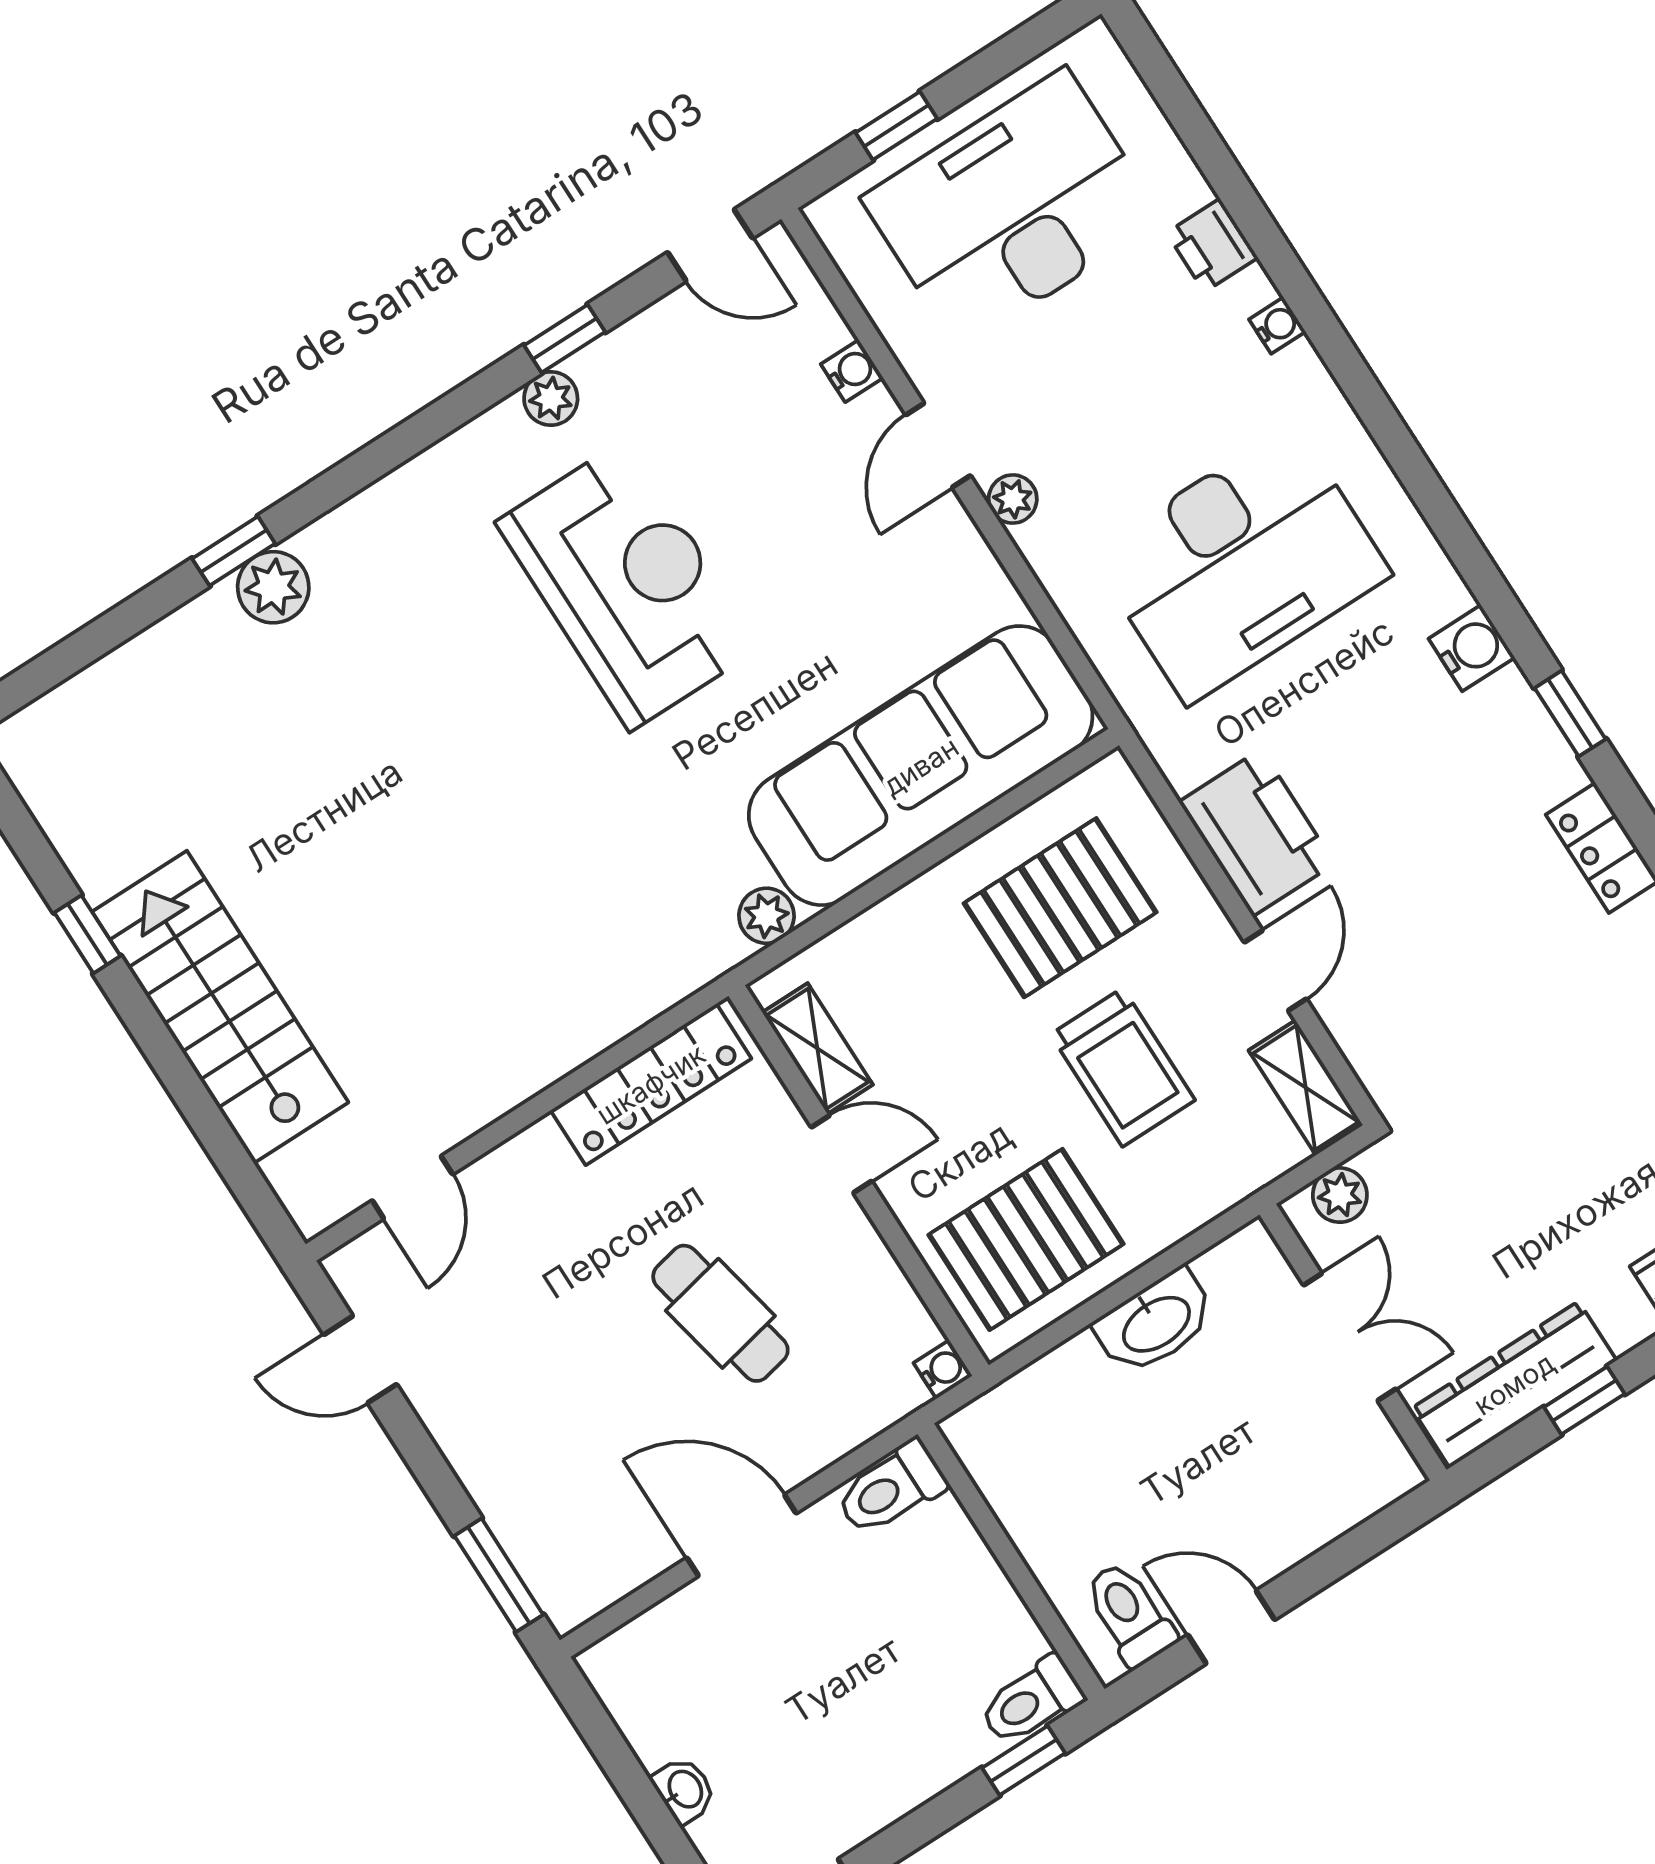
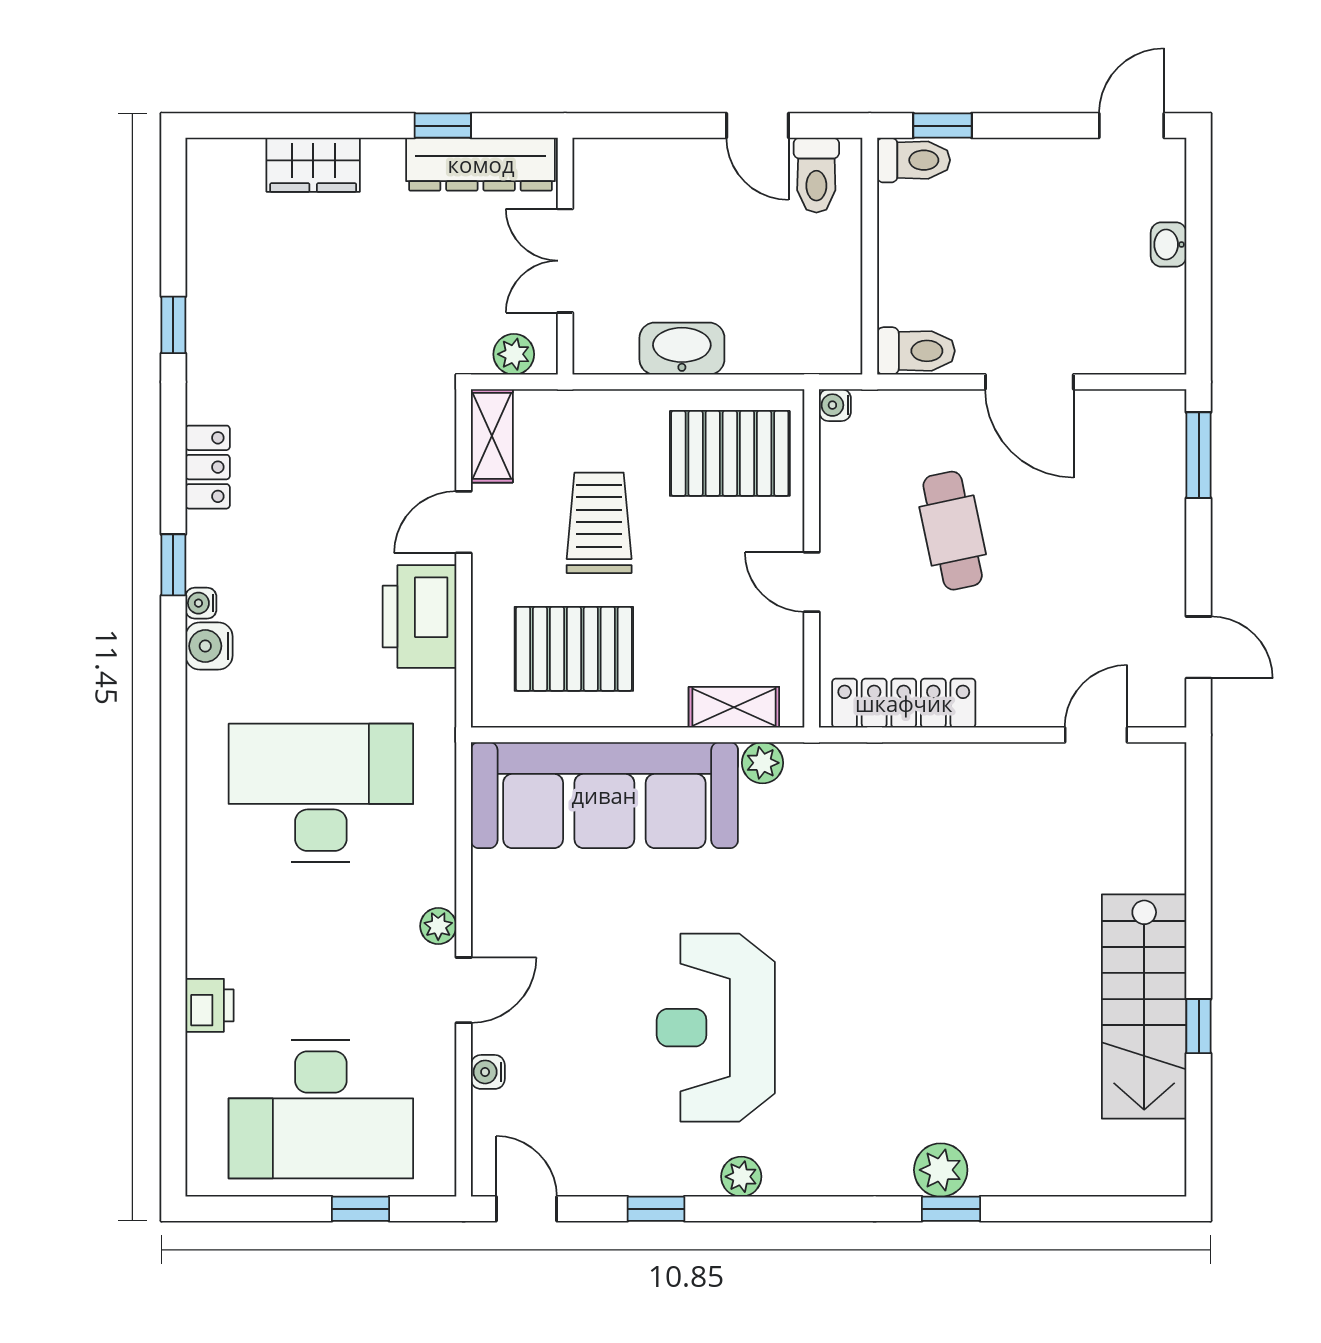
water cooler: (1277, 325) -> (201, 603), moved
plant: (551, 398) -> (741, 1177), moved
stairs: (220, 1007) -> (1144, 1007), moved
shelving: (817, 1049) -> (734, 707), moved, turned 90

